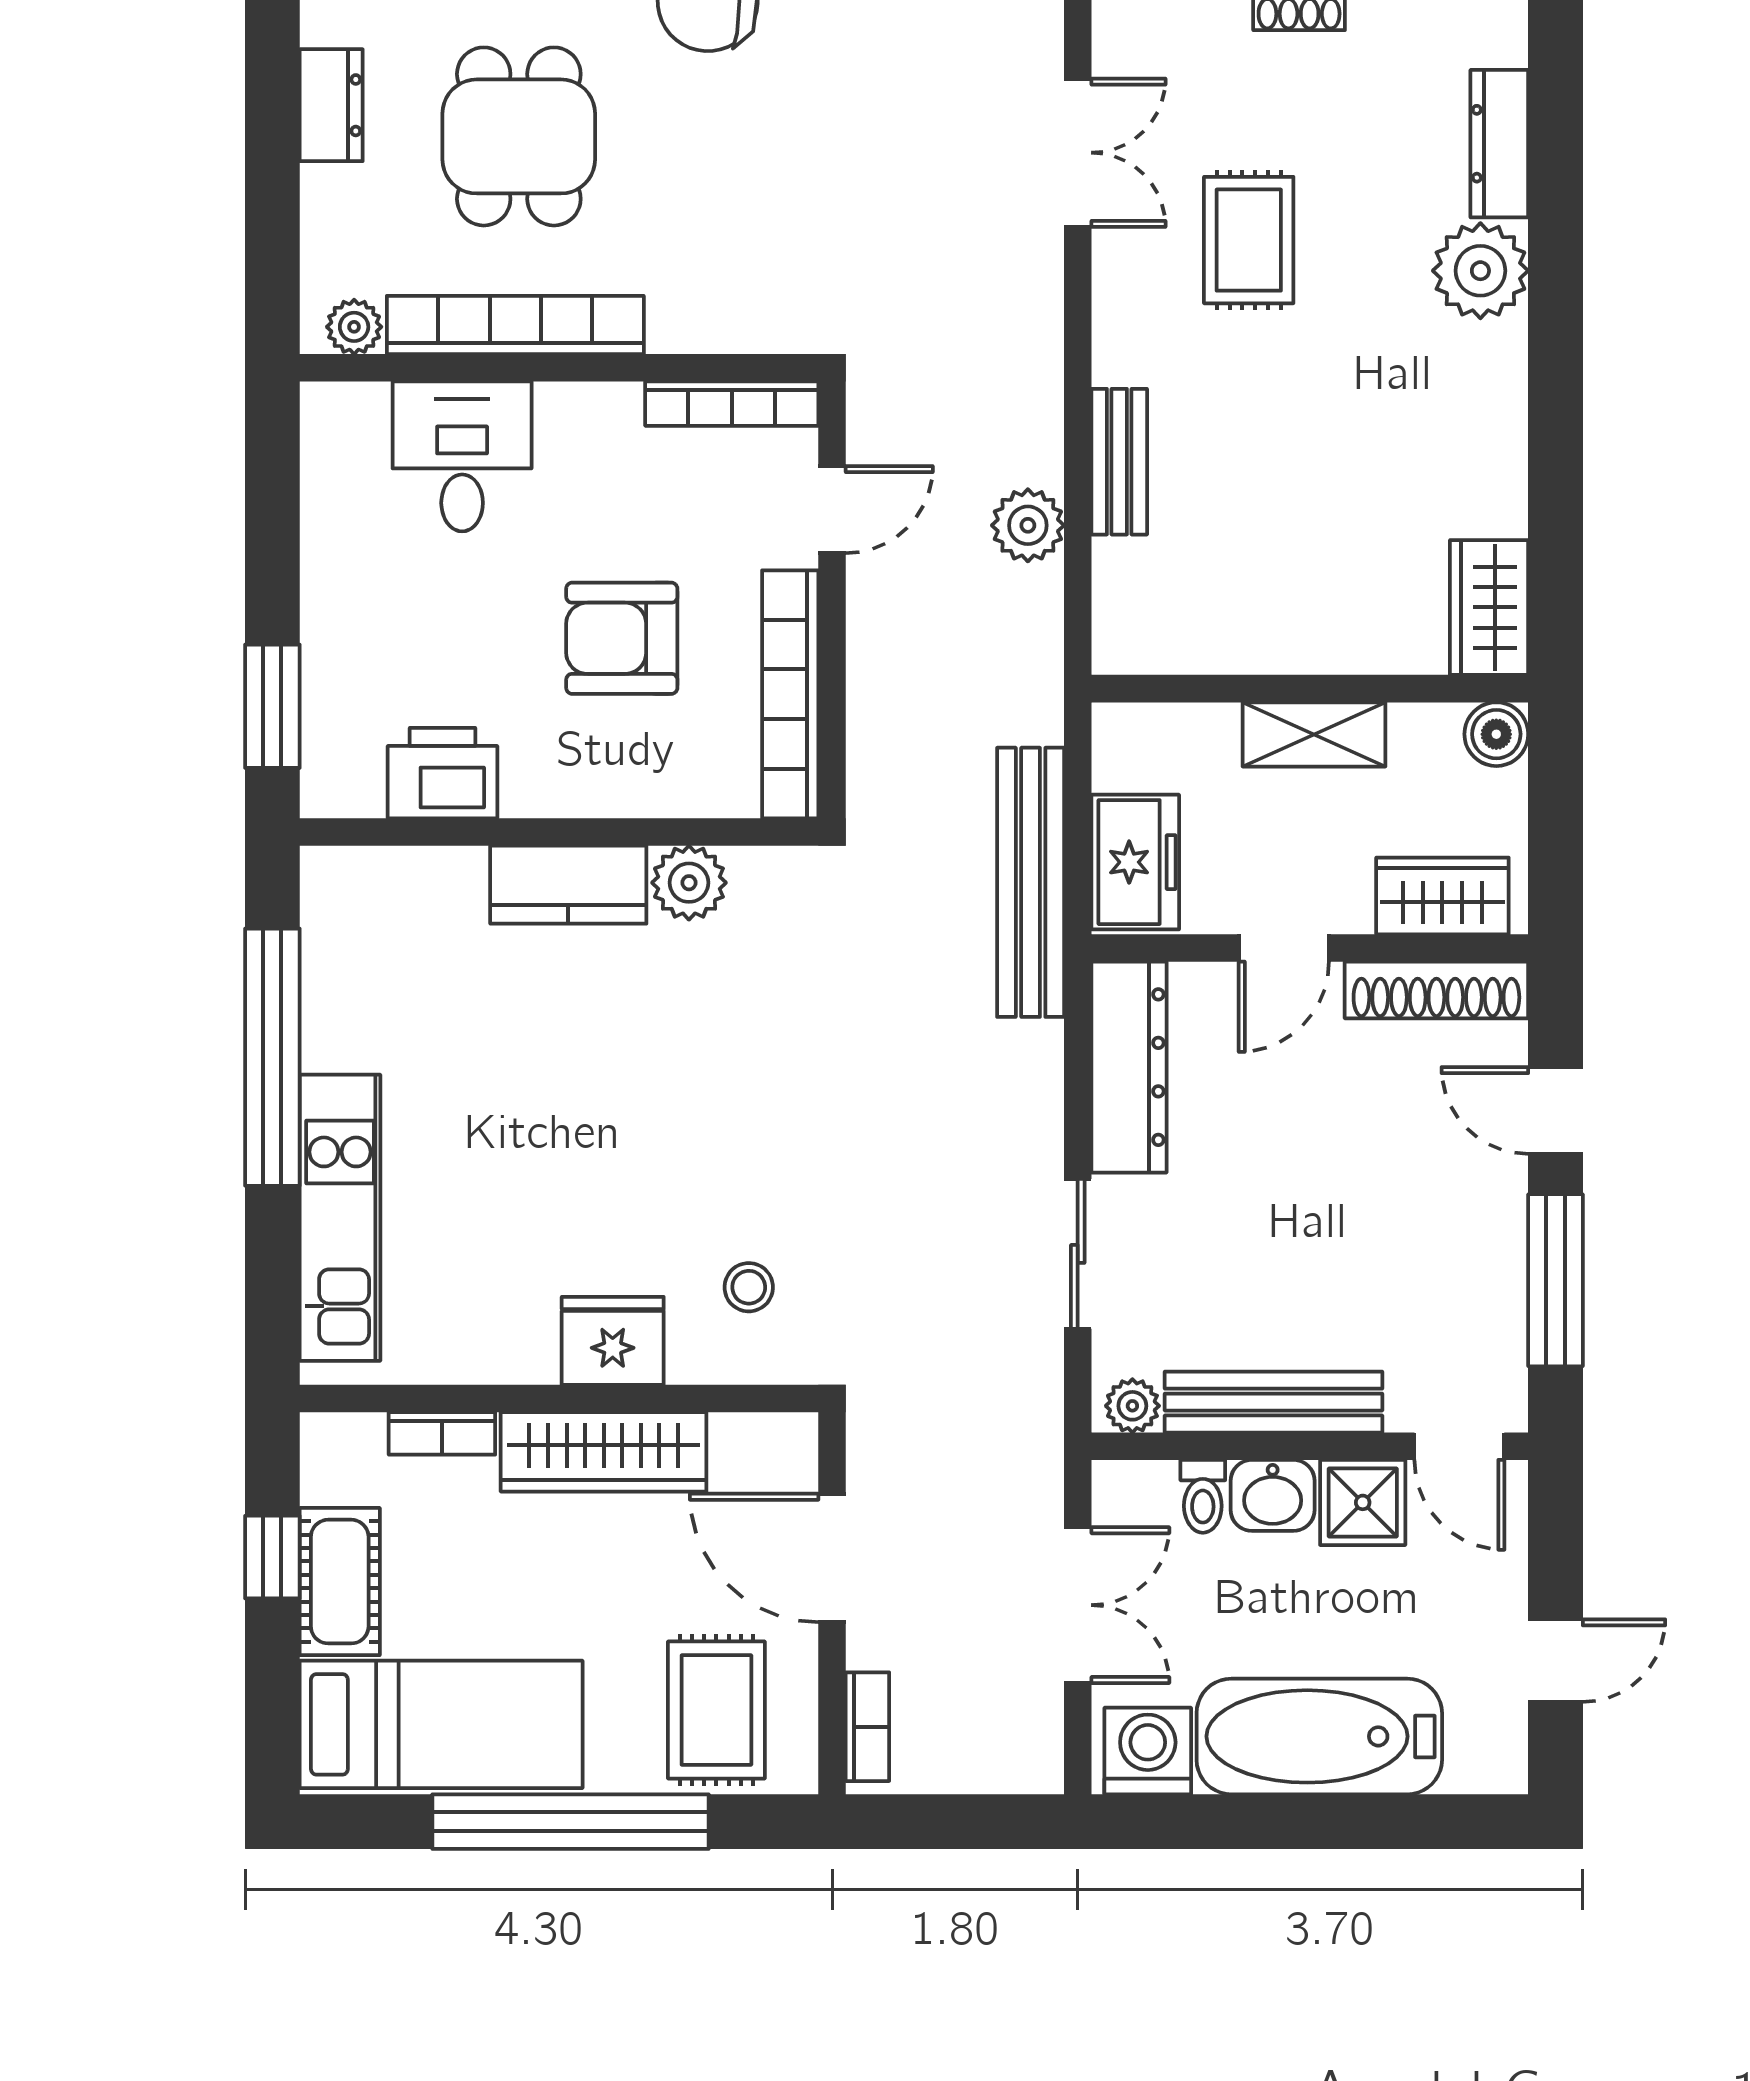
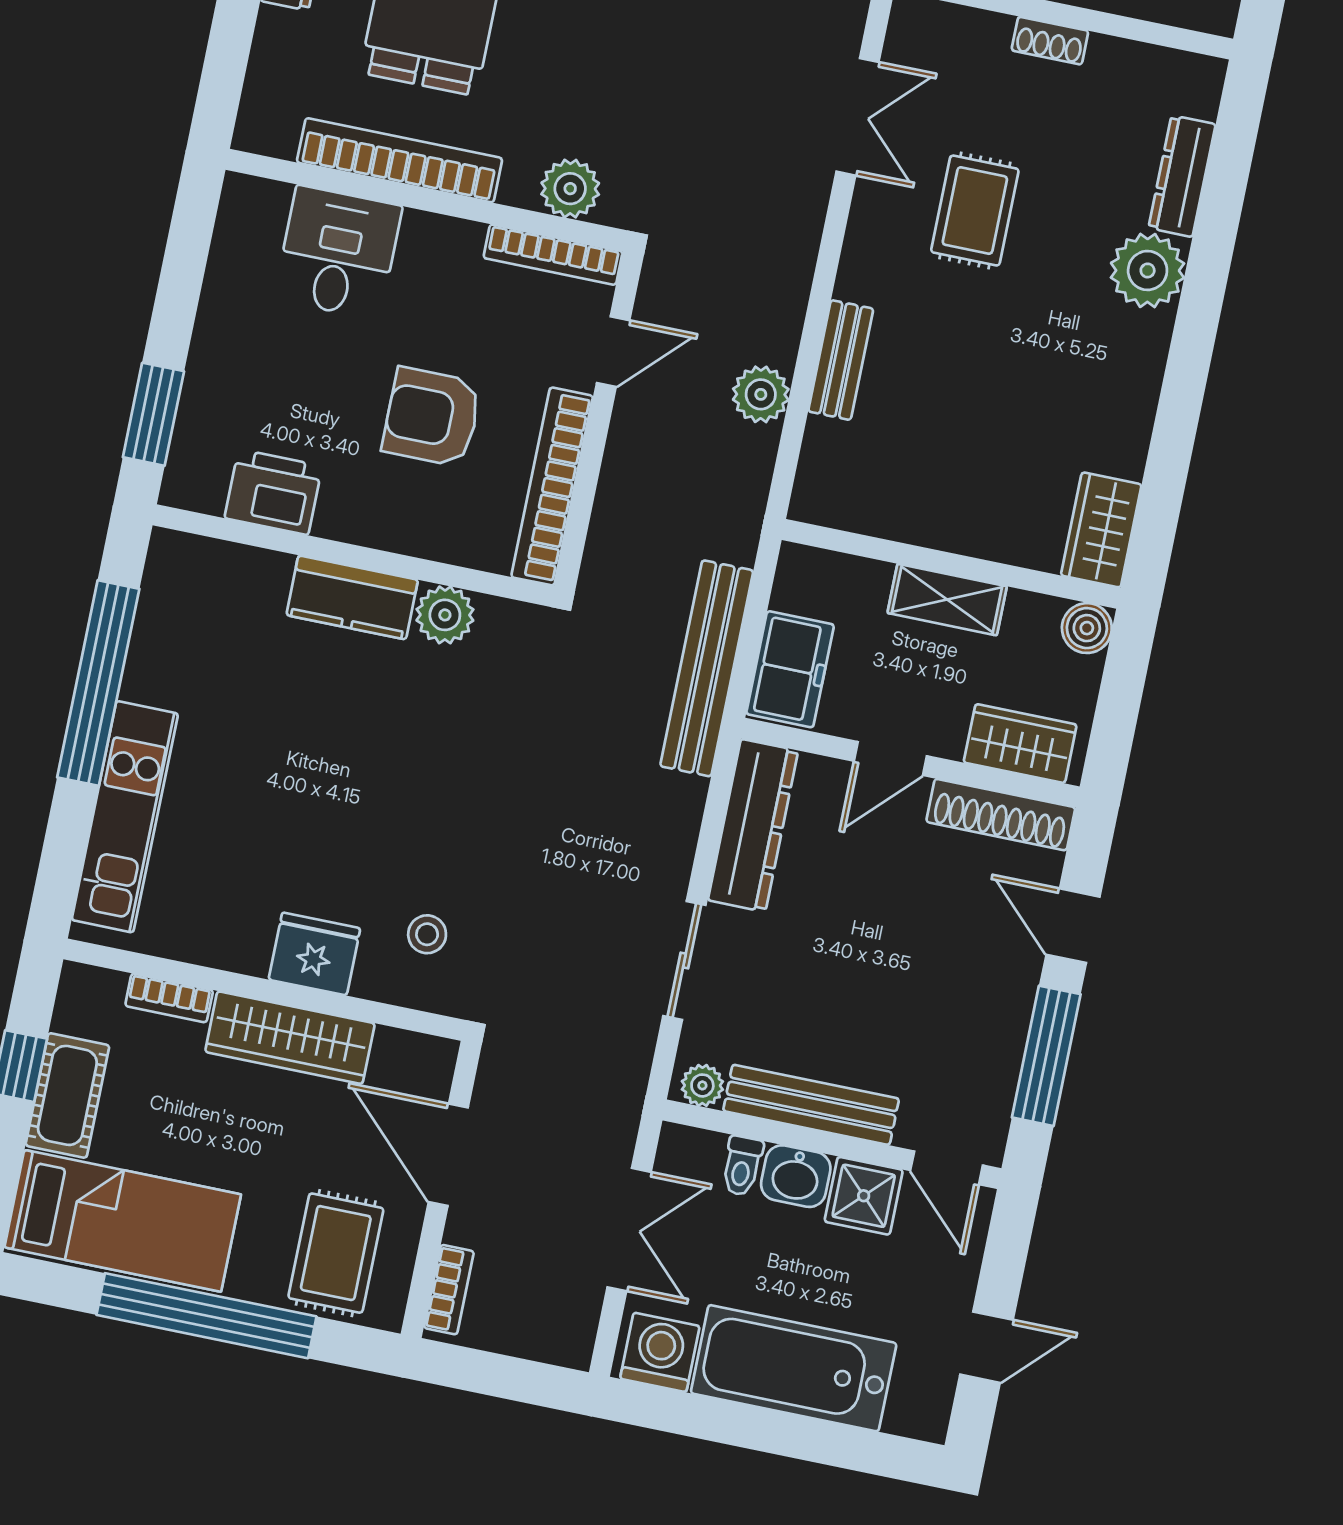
plant: (354, 327) -> (570, 189), moved, width x1.38, depth x1.38

